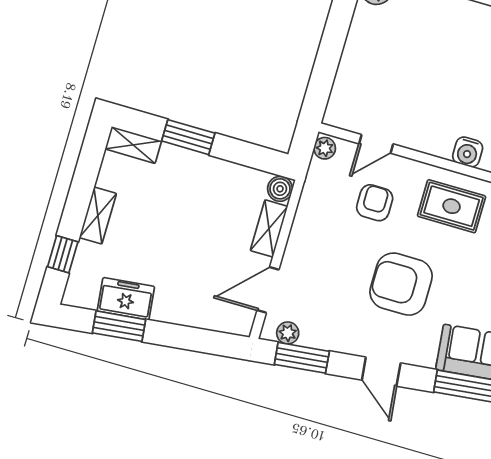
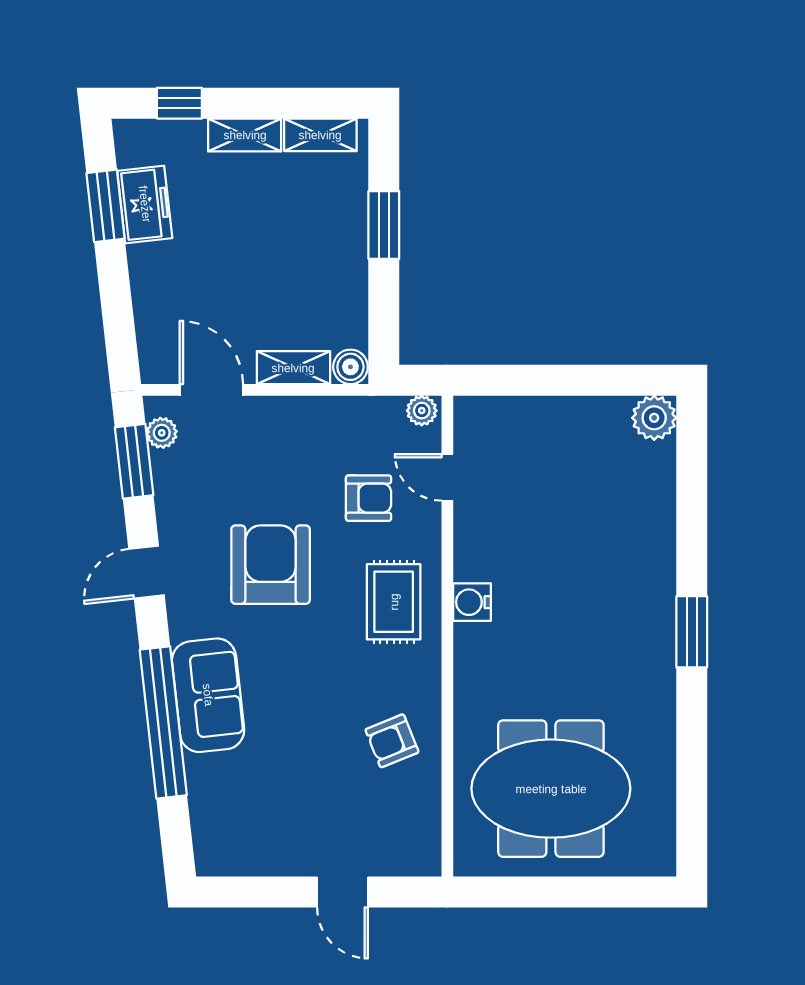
shelving: (133, 145) -> (320, 135), moved, turned 90

